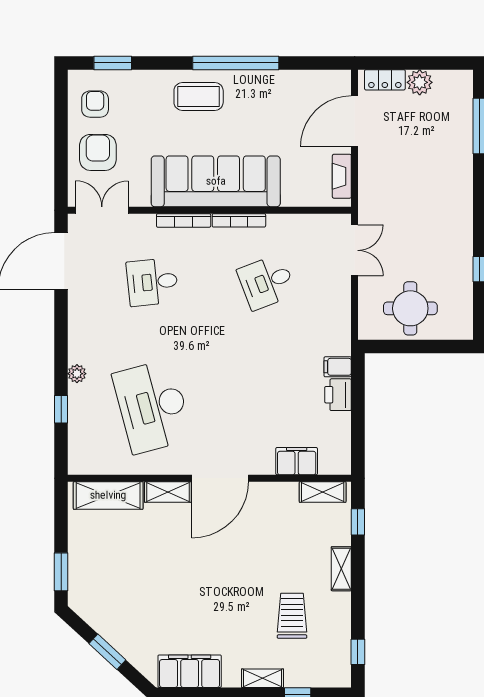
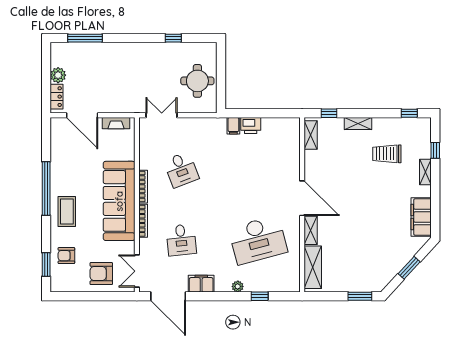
armchair: (95, 104) -> (66, 256), moved
filing cabinet: (297, 461) -> (201, 284), moved, turned 90

